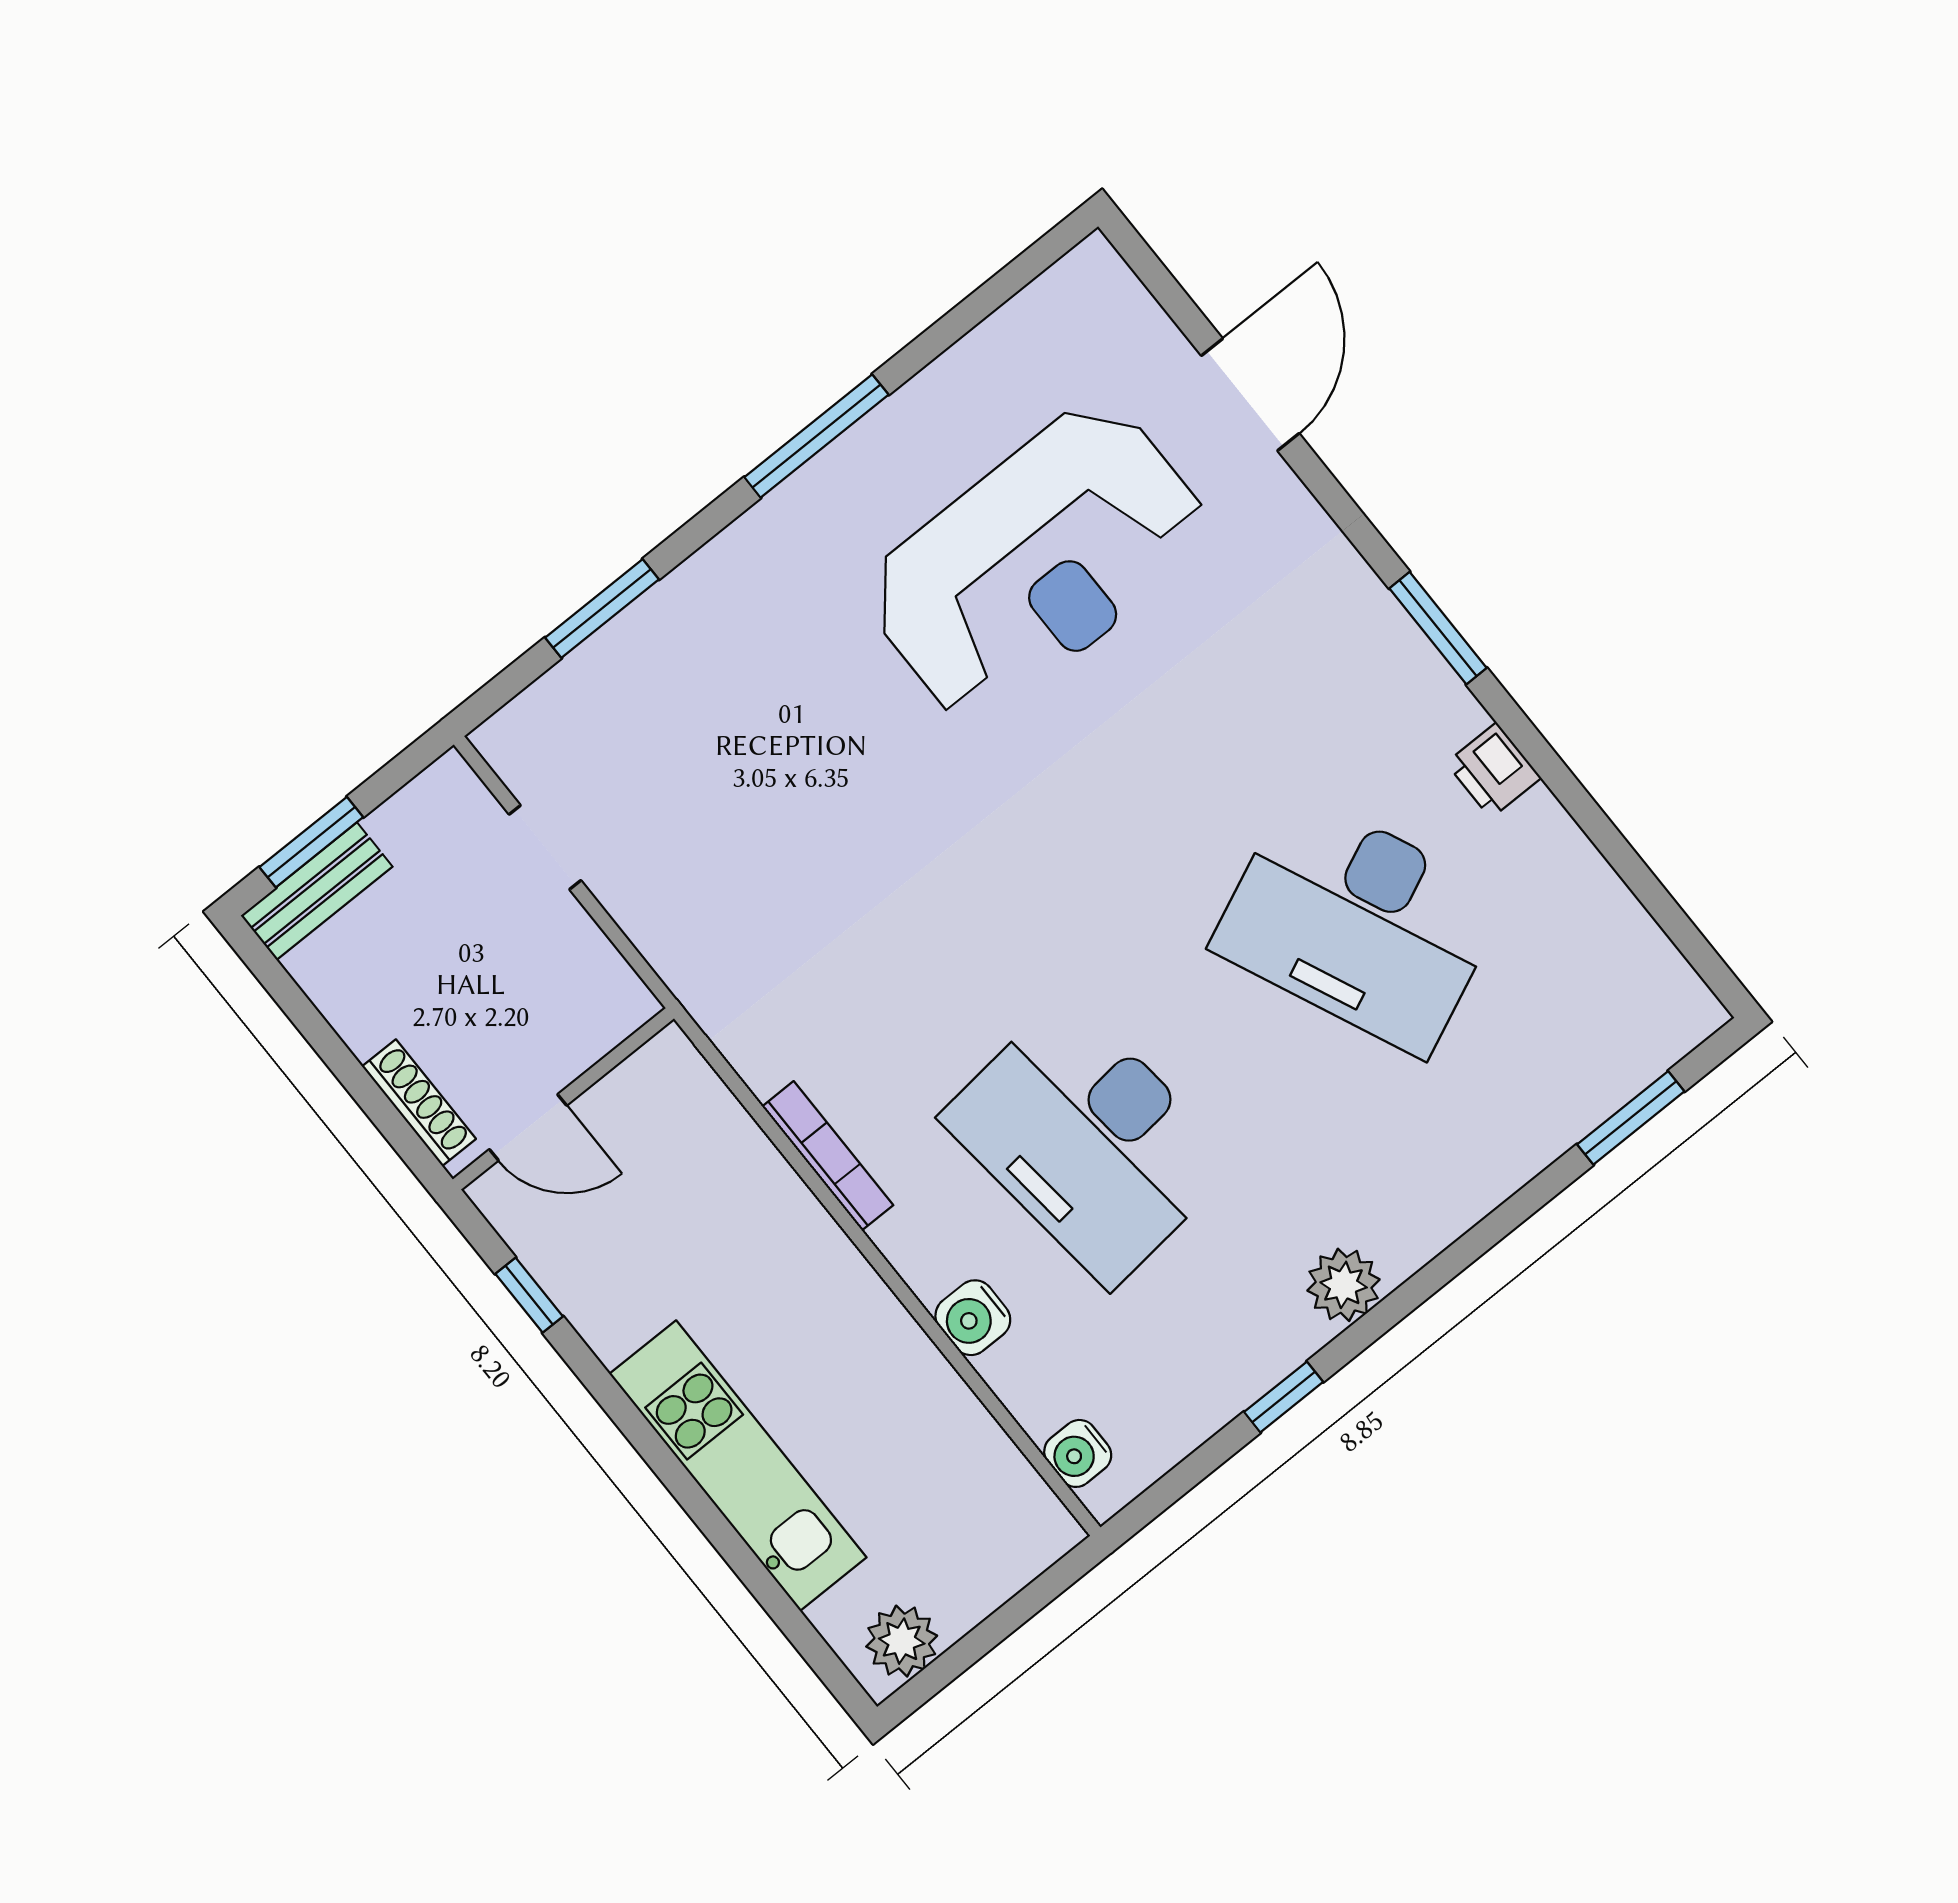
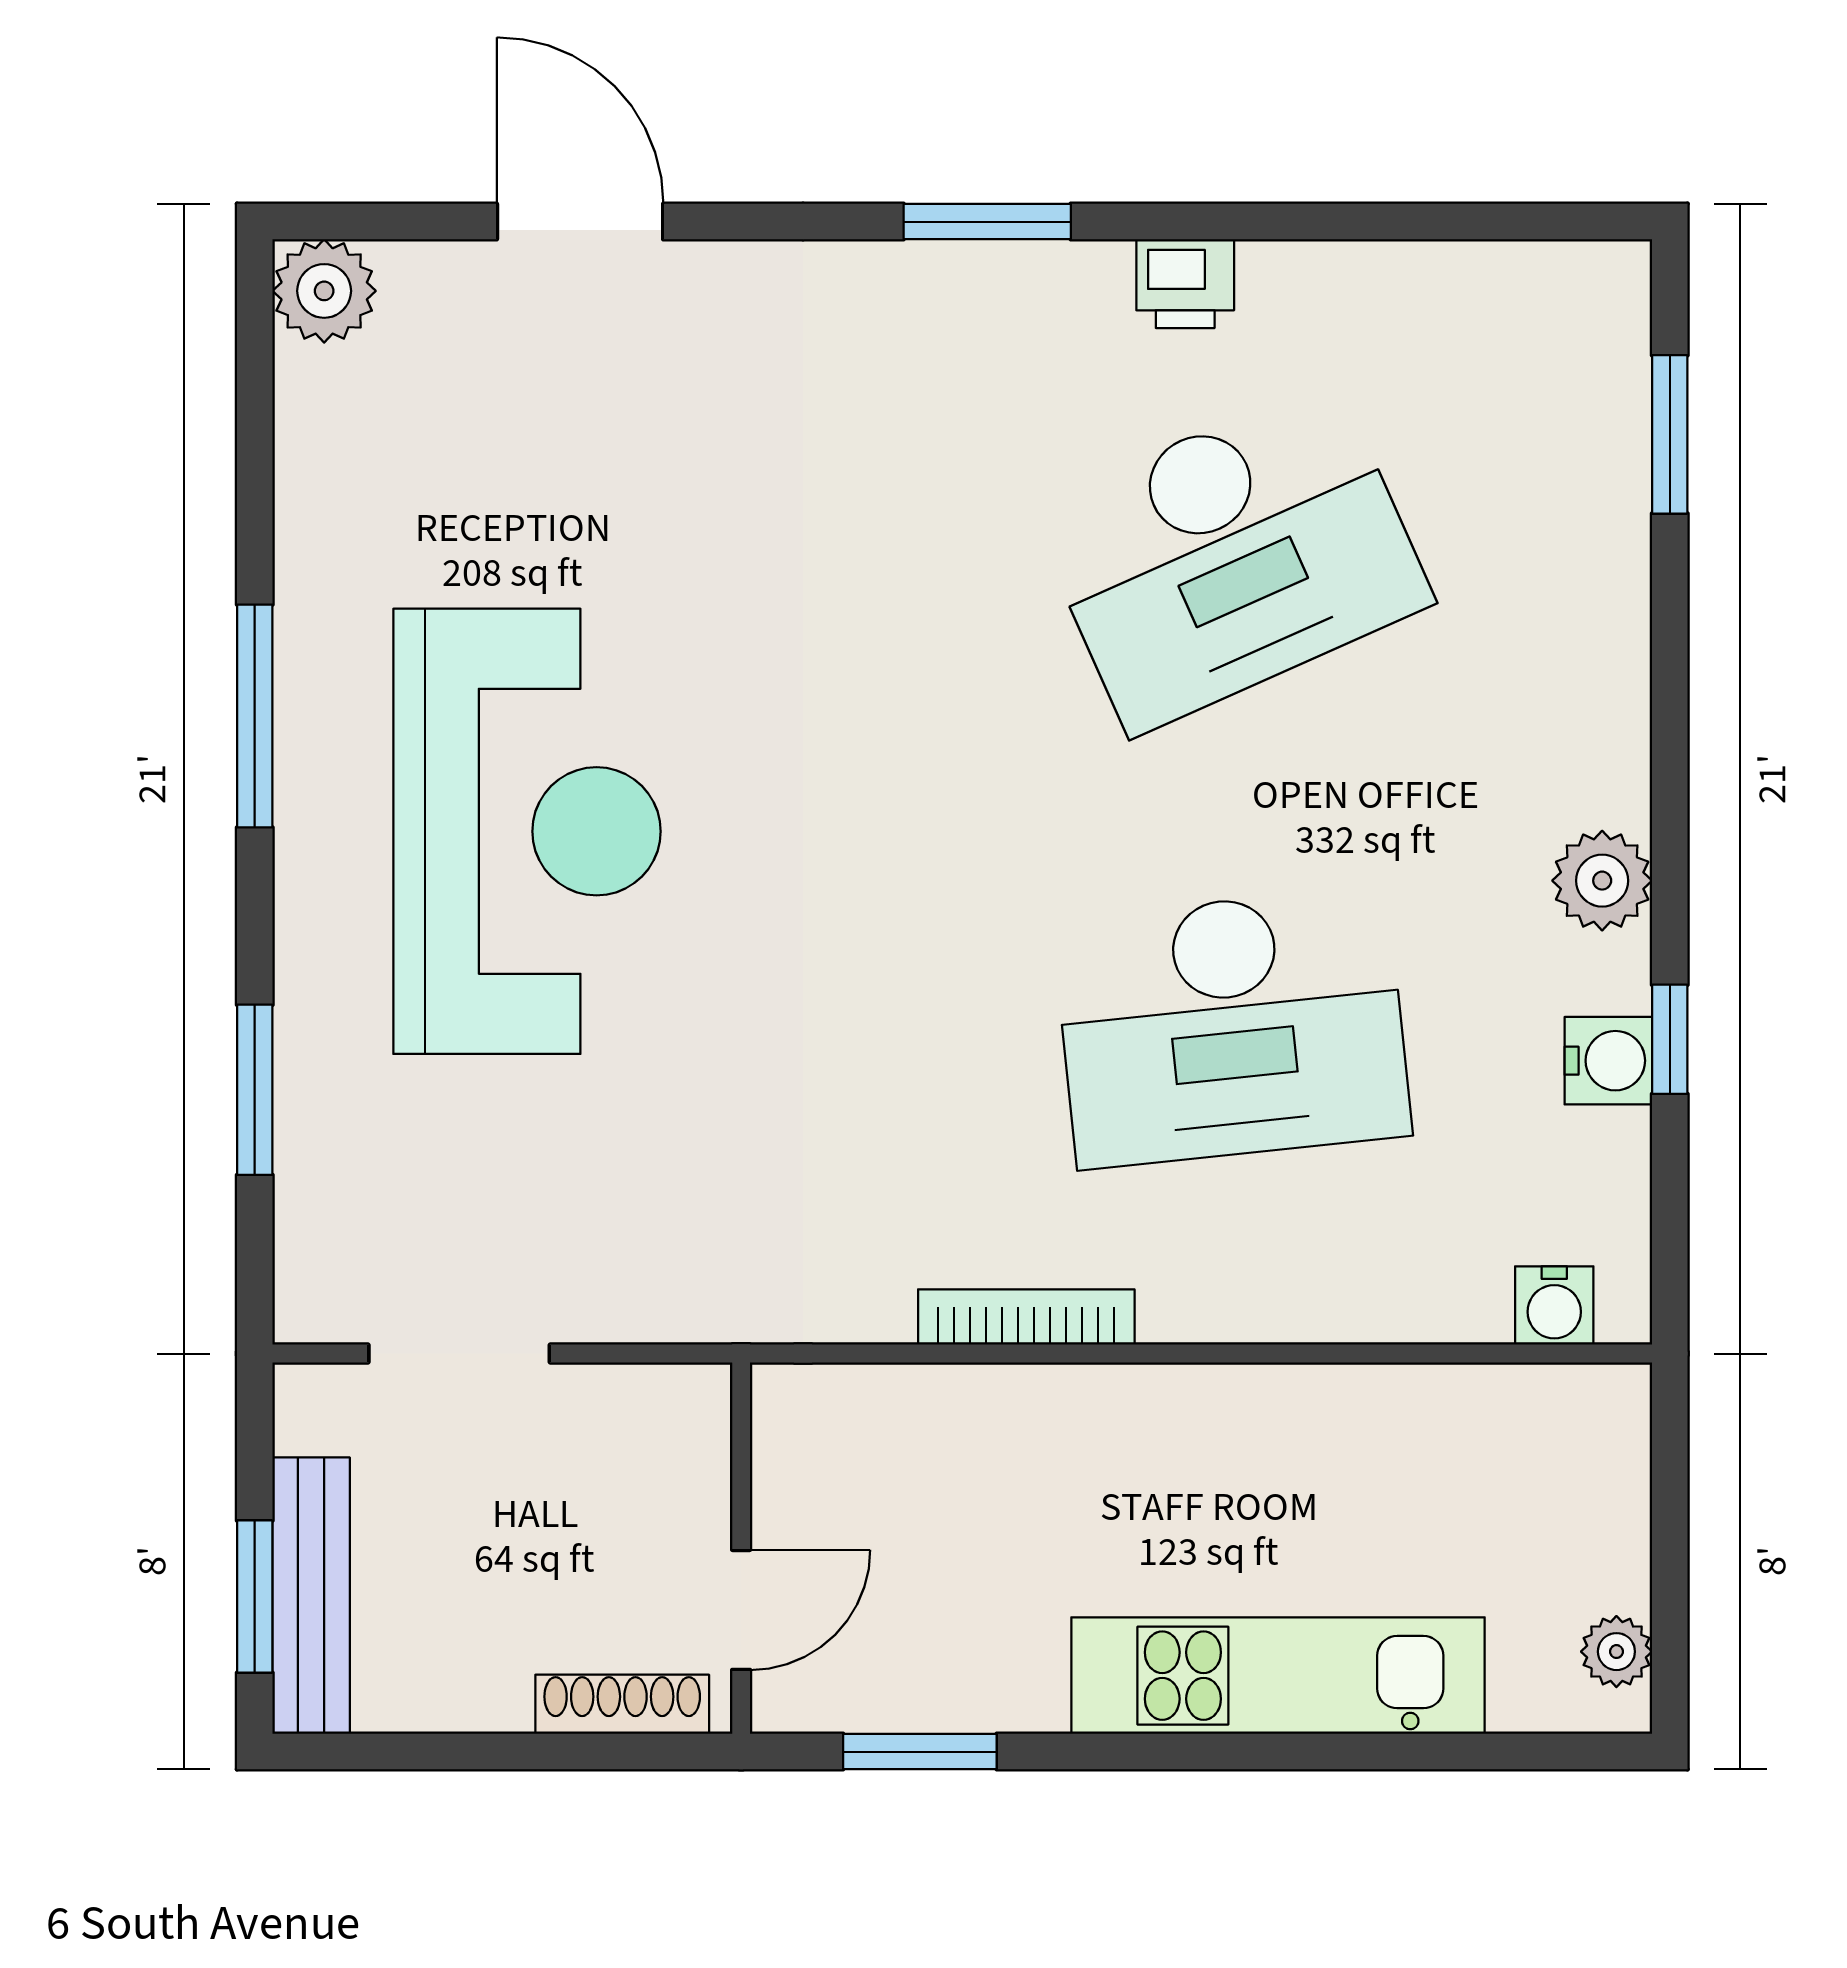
plant: (1092, 280) -> (324, 291), added
reception desk: (1037, 562) -> (527, 831), moved
doorway: (545, 847) -> (459, 1354), width x1.38
bench: (317, 891) -> (311, 1596), width x1.36
window: (529, 1295) -> (920, 1752), width x1.50
water cooler: (973, 1318) -> (1608, 1061), moved, turned -90
plant: (902, 1641) -> (1616, 1652), width x0.73, depth x0.73

